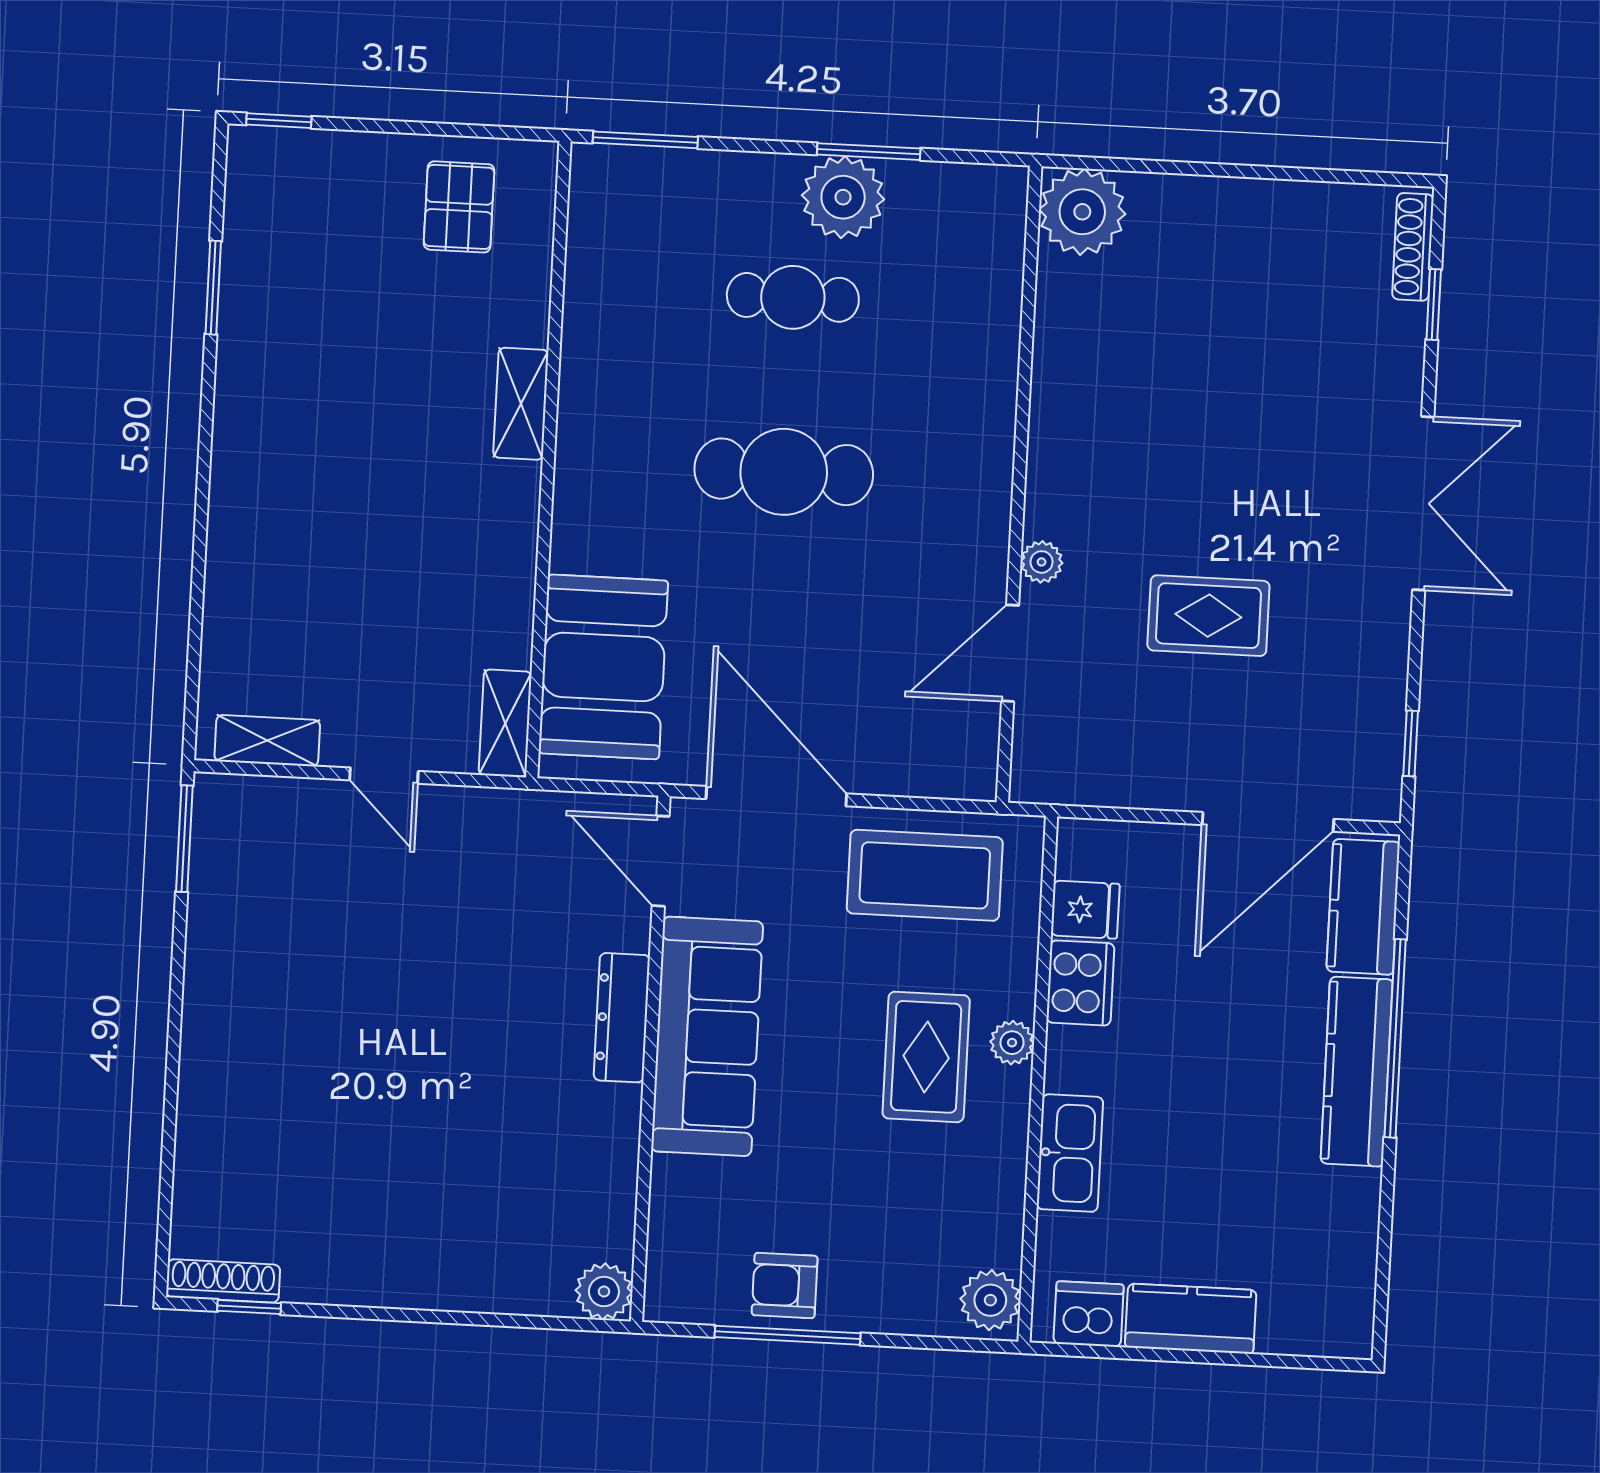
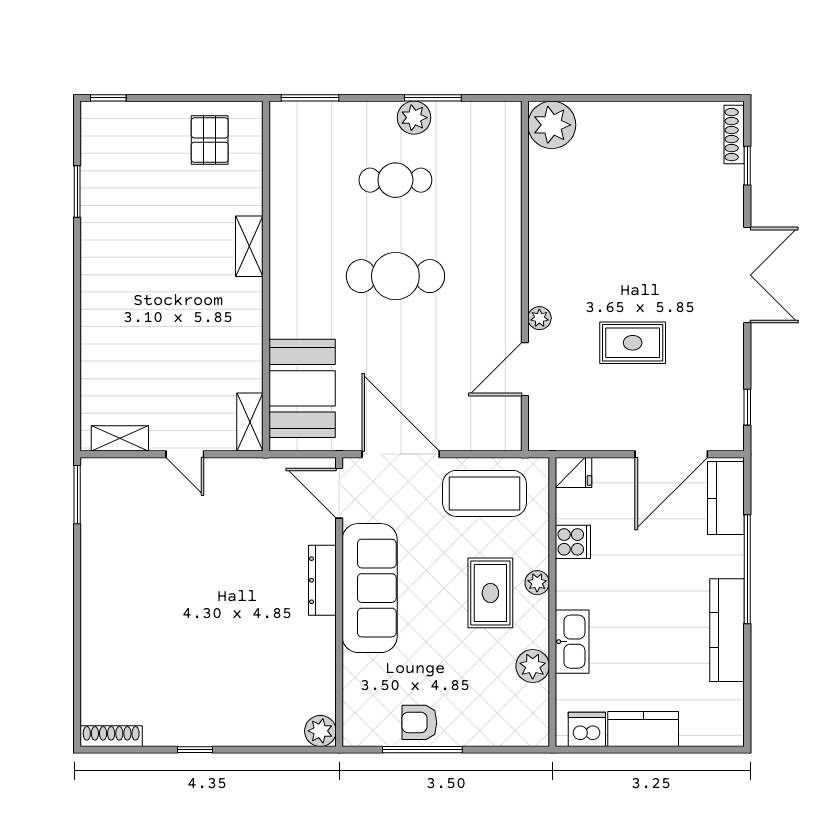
plant: (843, 197) -> (414, 118), width x0.73, depth x0.73
fridge: (1085, 910) -> (573, 473), moved
cooker: (1080, 983) -> (573, 542), width x0.73
kitchen counter: (1357, 1072) -> (727, 630), moved
plant: (990, 1300) -> (533, 666), moved
window: (249, 1307) -> (195, 750), moved

